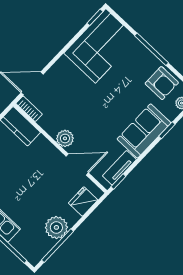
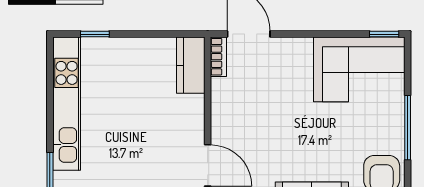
plant: (65, 138) -> (223, 126), removed

